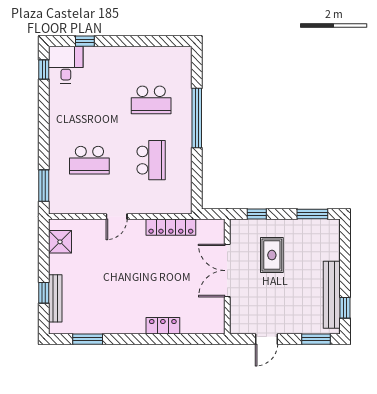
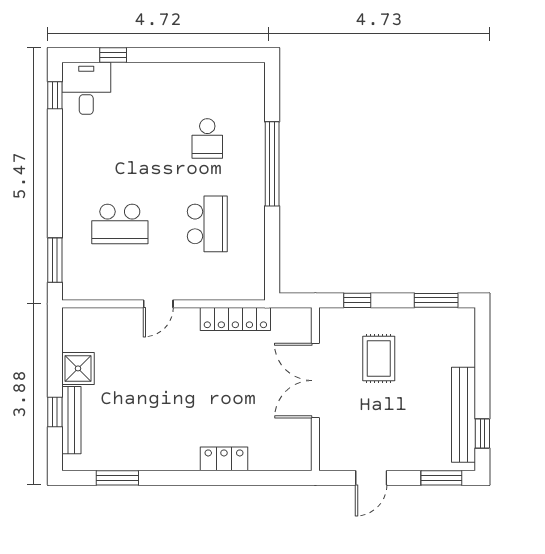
school desk: (151, 100) -> (207, 138), width x0.54
shower: (60, 242) -> (78, 368), moved

